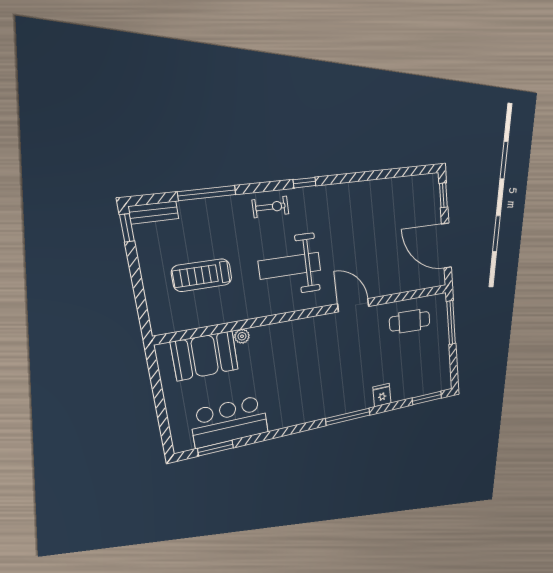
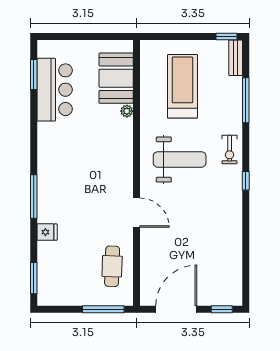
weight bench: (290, 266) -> (180, 159), turned 90
treadmill: (202, 275) -> (182, 86), width x1.37, depth x1.38
door: (353, 305) -> (136, 213), hinge flipped

